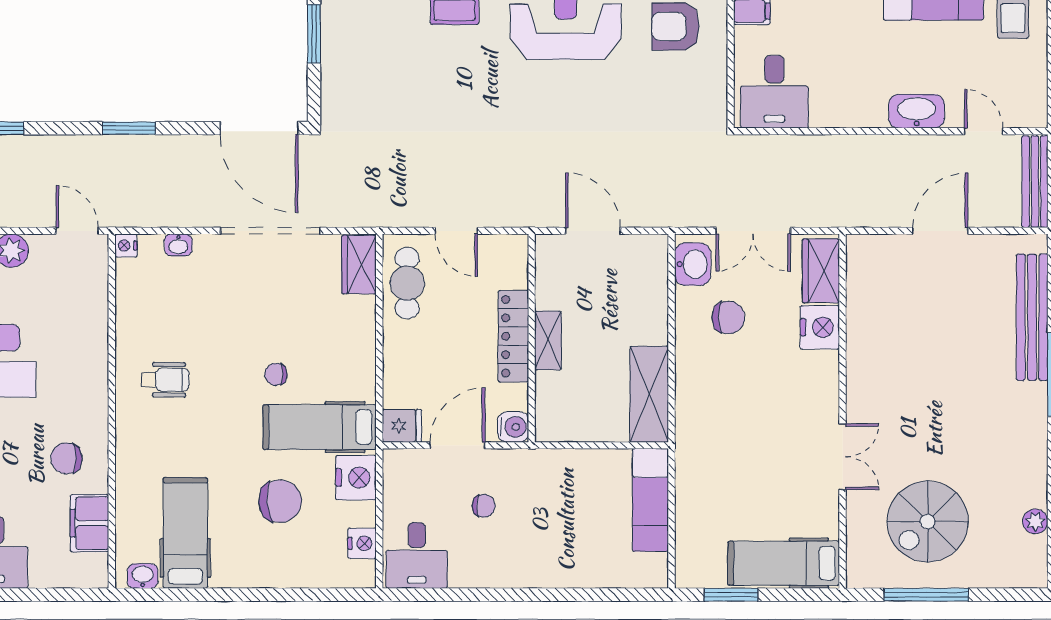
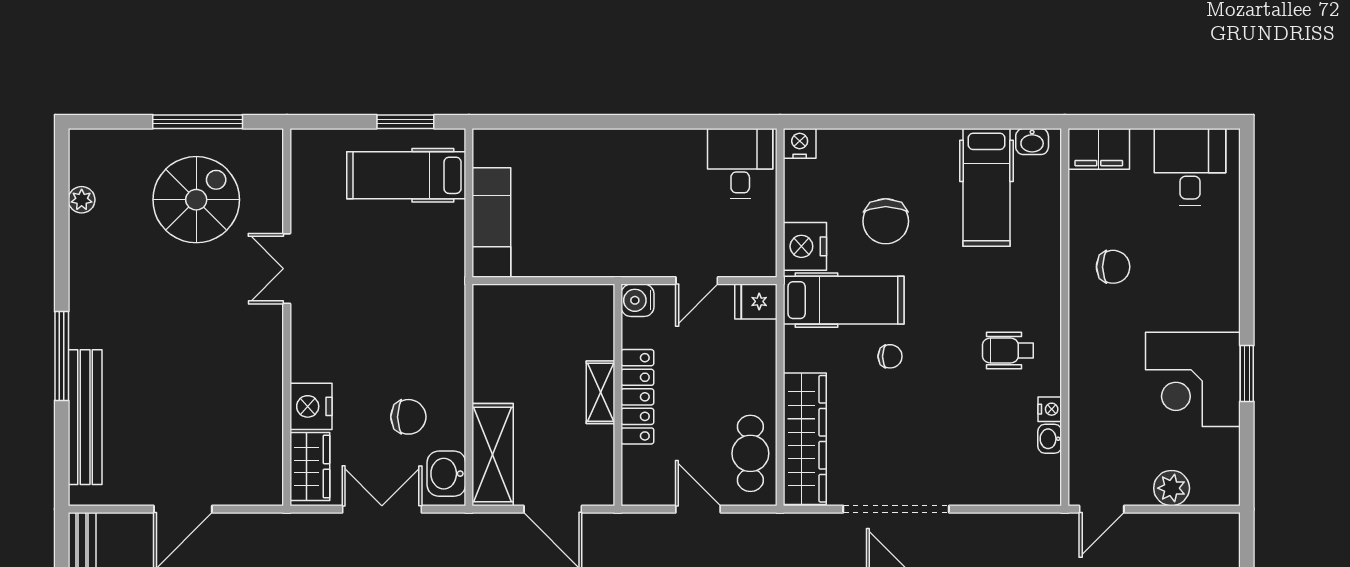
door: (77, 231) -> (1102, 509), hinge flipped
washbasin: (178, 245) -> (1050, 439), moved, turned -90
nightstand: (126, 246) -> (1050, 409), moved
wardrobe: (359, 264) -> (805, 439), width x2.10, depth x1.17
chair: (728, 317) -> (408, 417), turned 180
shelving: (649, 394) -> (493, 455), moved
door: (458, 445) -> (697, 281), width x0.73
chair: (280, 501) -> (886, 221), turned -85
chair: (484, 506) -> (669, 216), removed
filing cabinet: (90, 523) -> (1099, 149), moved, turned 90
nightstand: (362, 543) -> (800, 143), moved, turned 90
hospital bed: (784, 563) -> (406, 175), moved, turned 180

